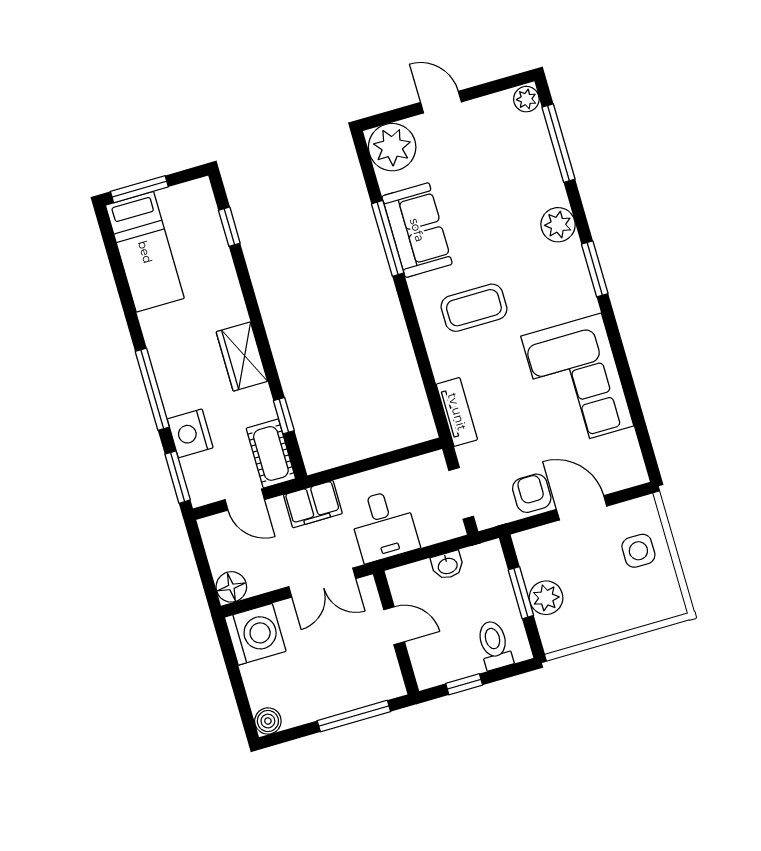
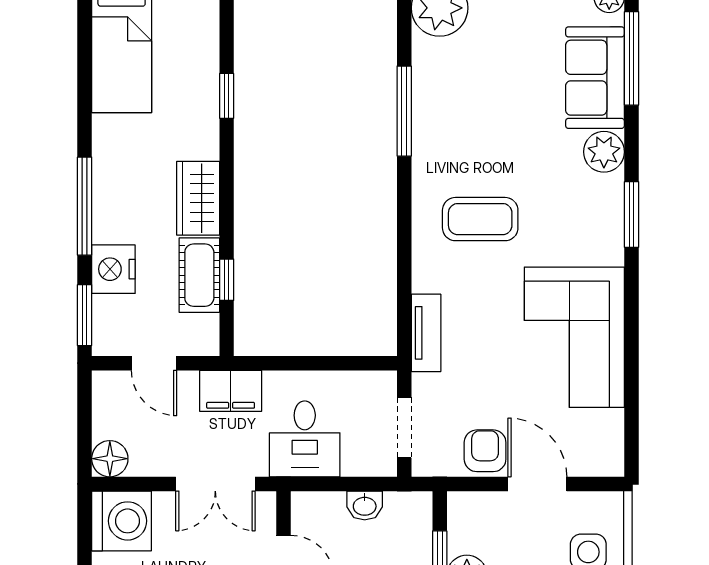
window: (229, 227) -> (227, 96), moved
sofa: (417, 230) -> (595, 78), moved, turned 180
cot: (271, 453) -> (199, 275), moved

